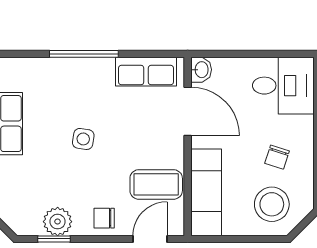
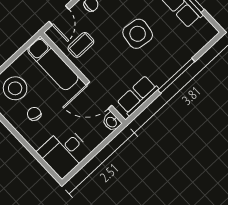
side table: (83, 139) -> (138, 34), width x1.87, depth x1.87
coffee table: (156, 184) -> (81, 45), width x0.73, depth x0.77

